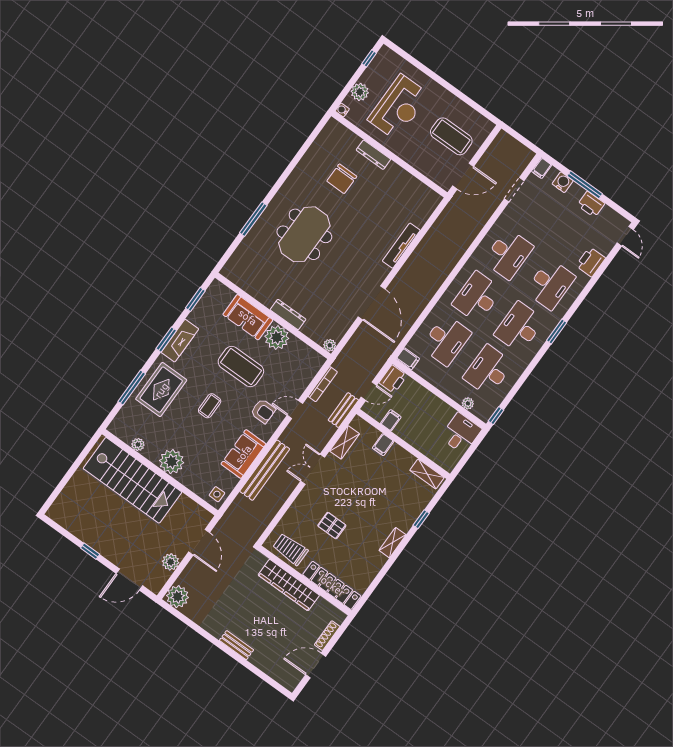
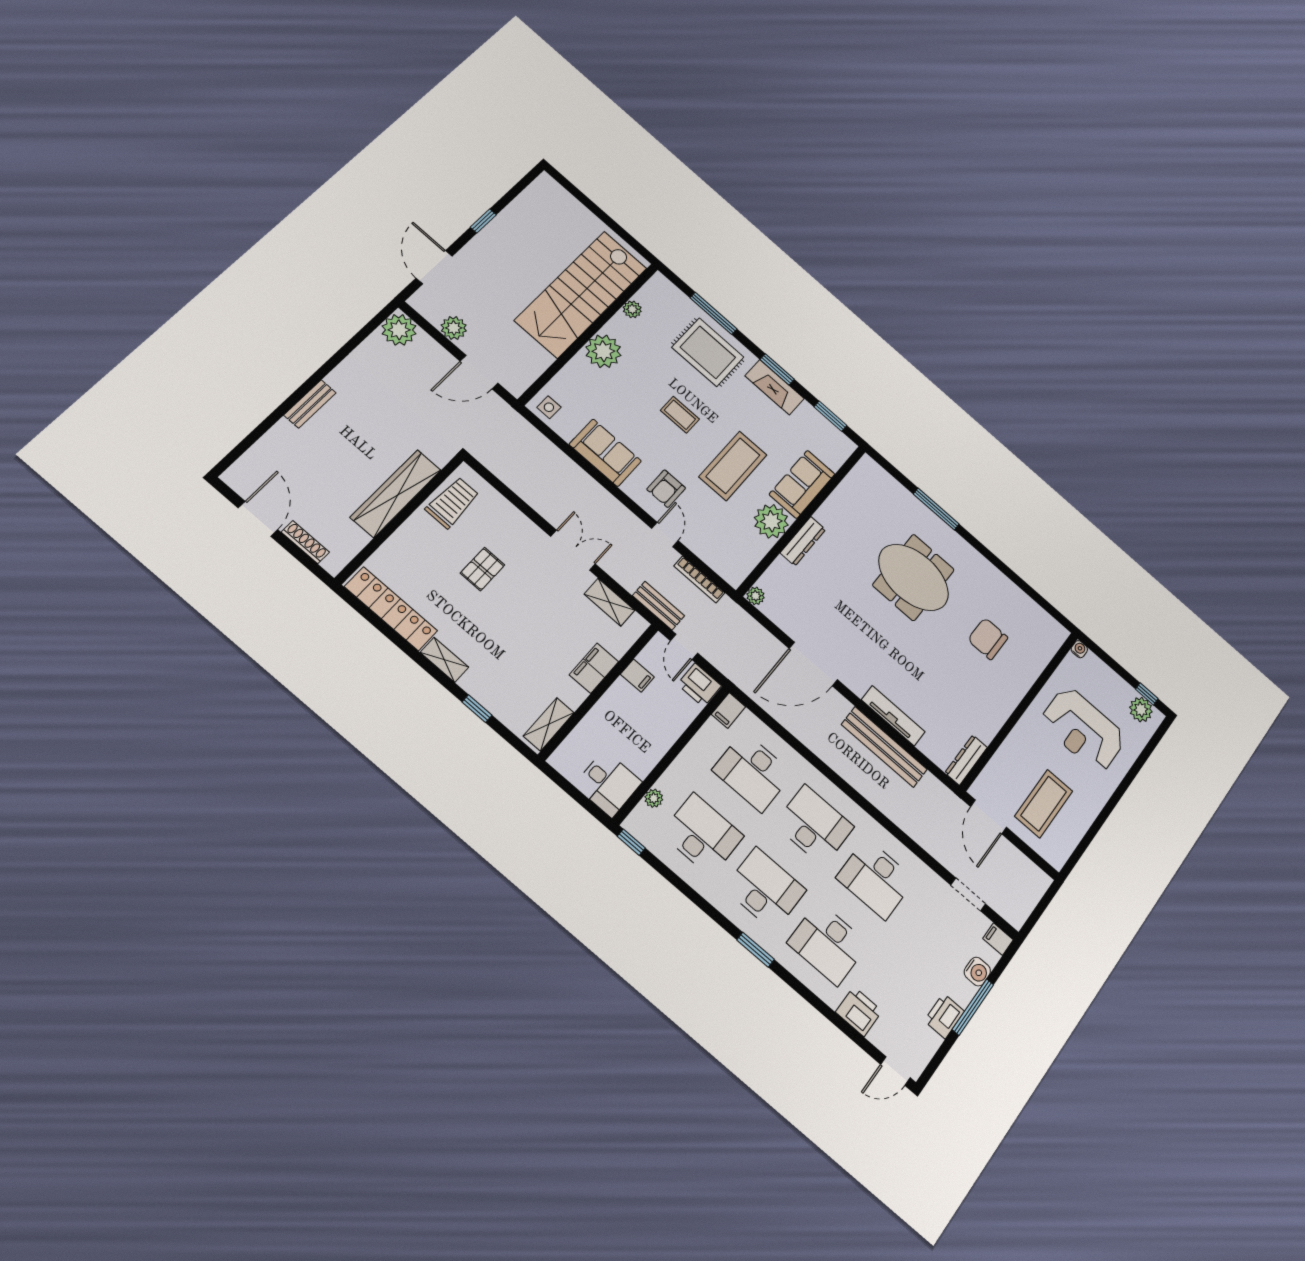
plant: (360, 92) -> (1141, 710), moved
dresser: (373, 155) -> (966, 760), moved
filing cabinet: (383, 445) -> (594, 668), width x2.00
bench: (265, 470) -> (884, 747), moved
locker: (332, 585) -> (391, 609), moved, turned -90

